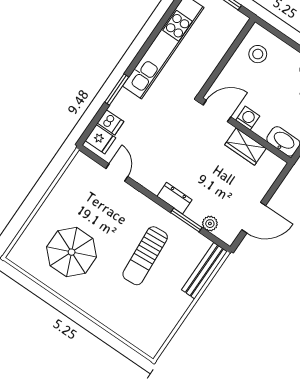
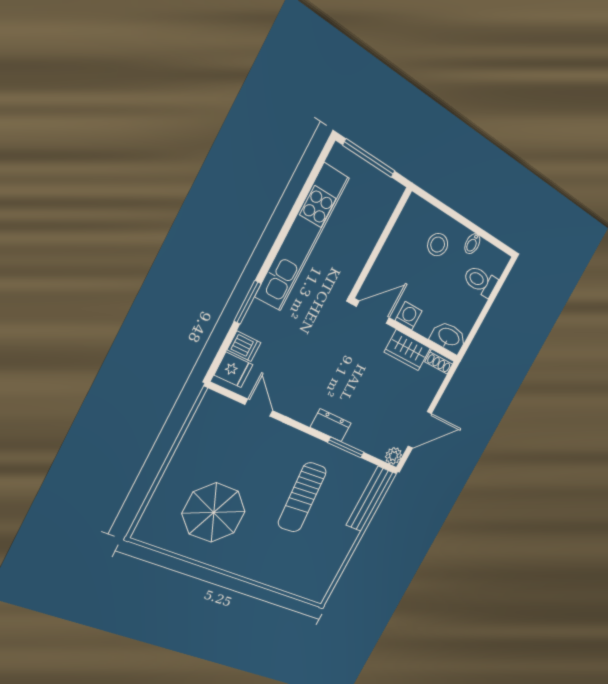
stool: (258, 54) -> (438, 245), moved
shoe rack: (274, 161) -> (440, 362), added
plant: (210, 224) -> (393, 456), moved

